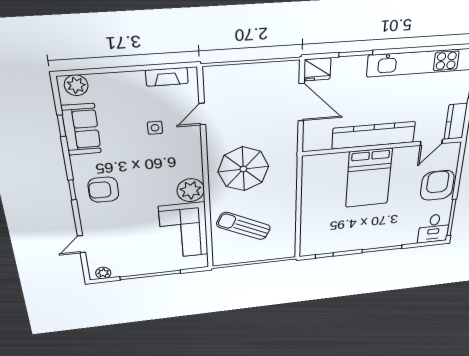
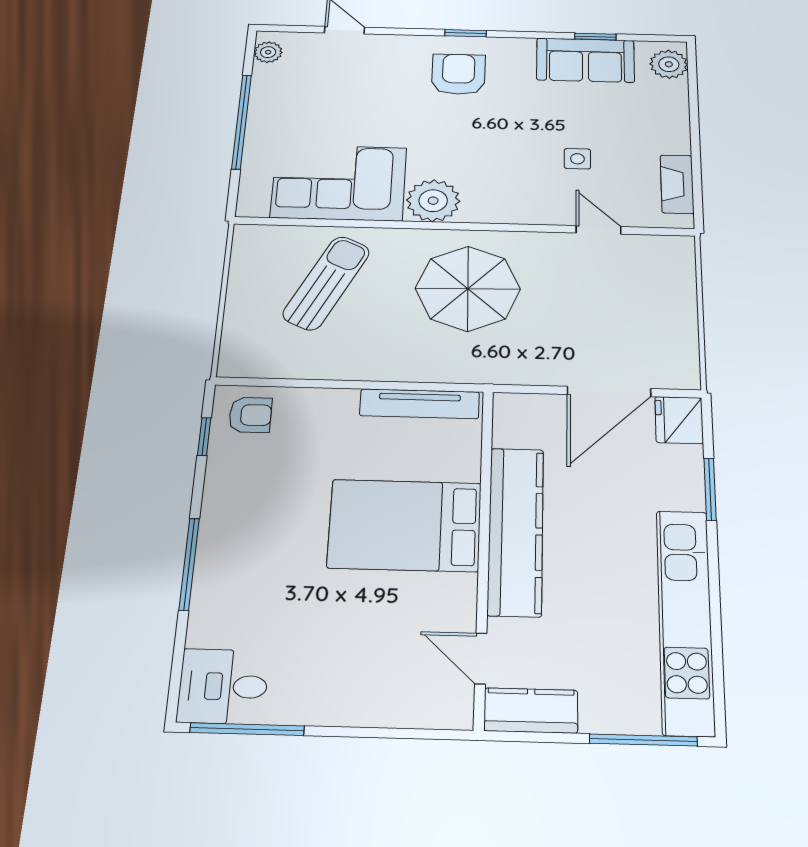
tv unit: (308, 181) -> (420, 404), added
armchair: (437, 185) -> (250, 415), moved, width x0.53, depth x0.53

